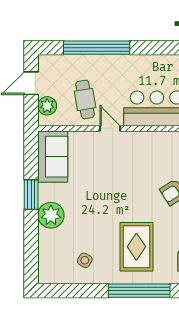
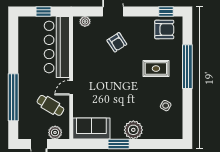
cafe table: (85, 99) -> (50, 105), turned 41
rug: (136, 247) -> (156, 69), width x0.73, depth x0.70

